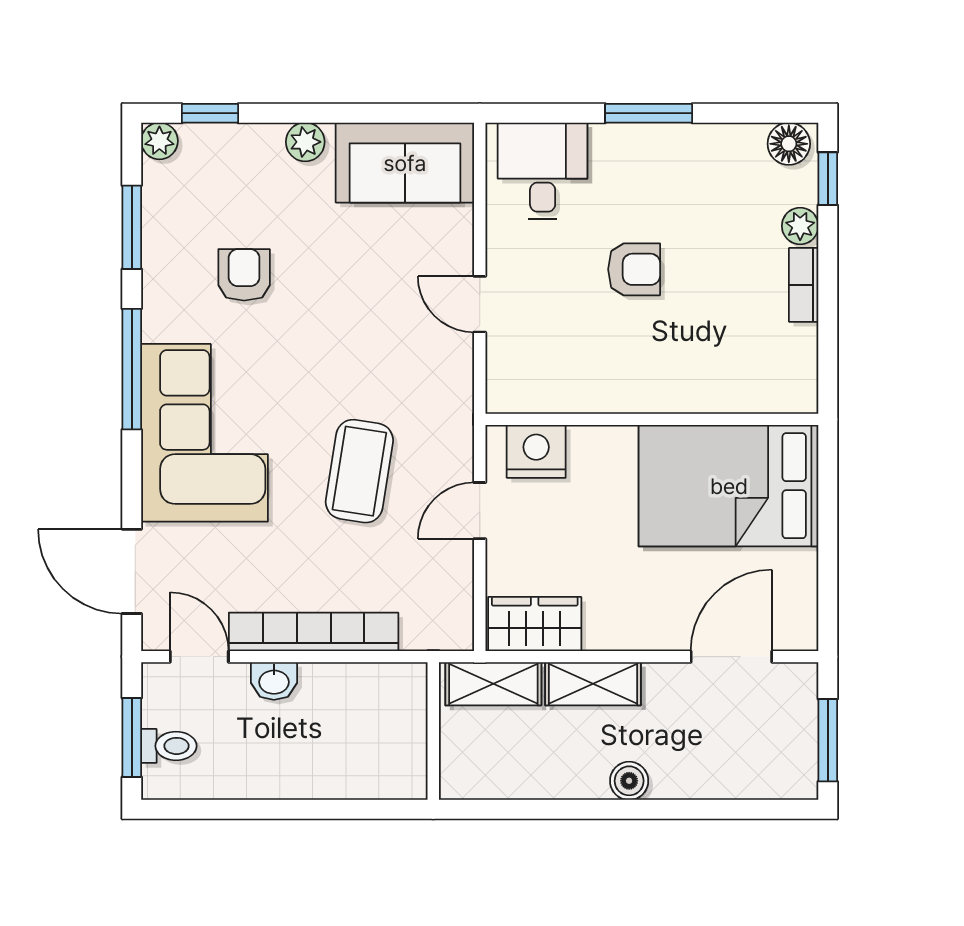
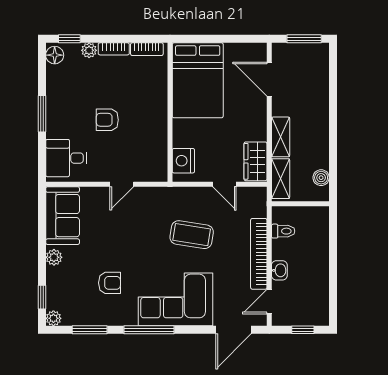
armchair: (634, 269) -> (107, 120), turned -90
armchair: (244, 275) -> (110, 283), turned 180
bookcase: (803, 364) -> (147, 49), added
door: (480, 511) -> (224, 184), moved
window: (132, 737) -> (303, 330), width x0.67
toilet: (169, 746) -> (283, 231), moved, turned 90
boiler: (629, 781) -> (321, 178), moved

